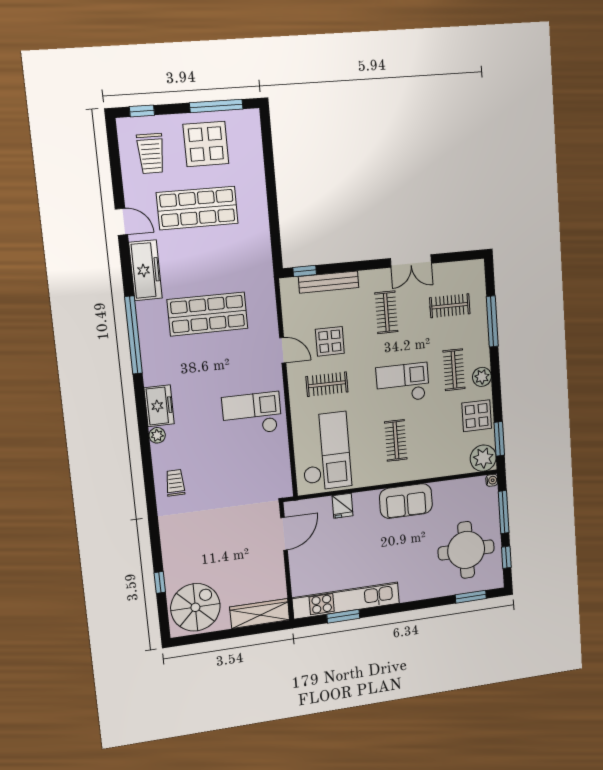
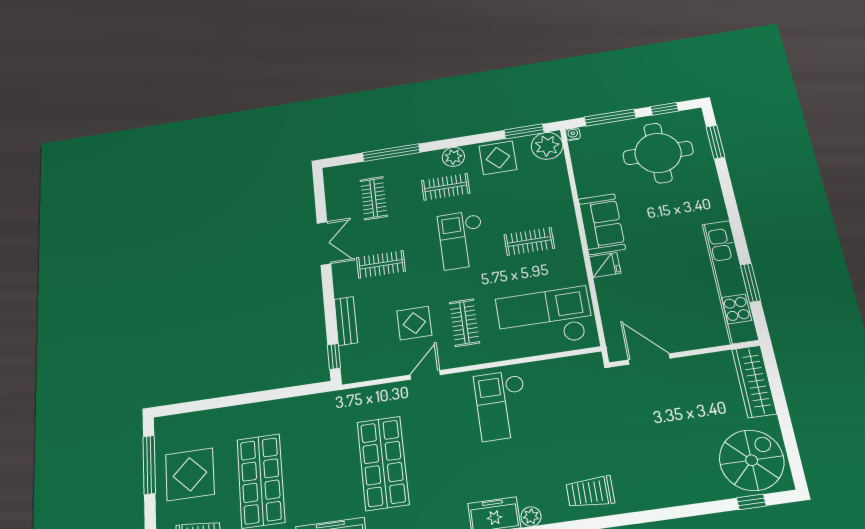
bench: (329, 282) -> (346, 321), width x0.73
trolley: (175, 483) -> (590, 492), width x1.36, depth x1.39
fridge: (343, 506) -> (605, 265), moved
window: (160, 582) -> (751, 502), moved
spiral stairs: (195, 607) -> (752, 460), turned 90

